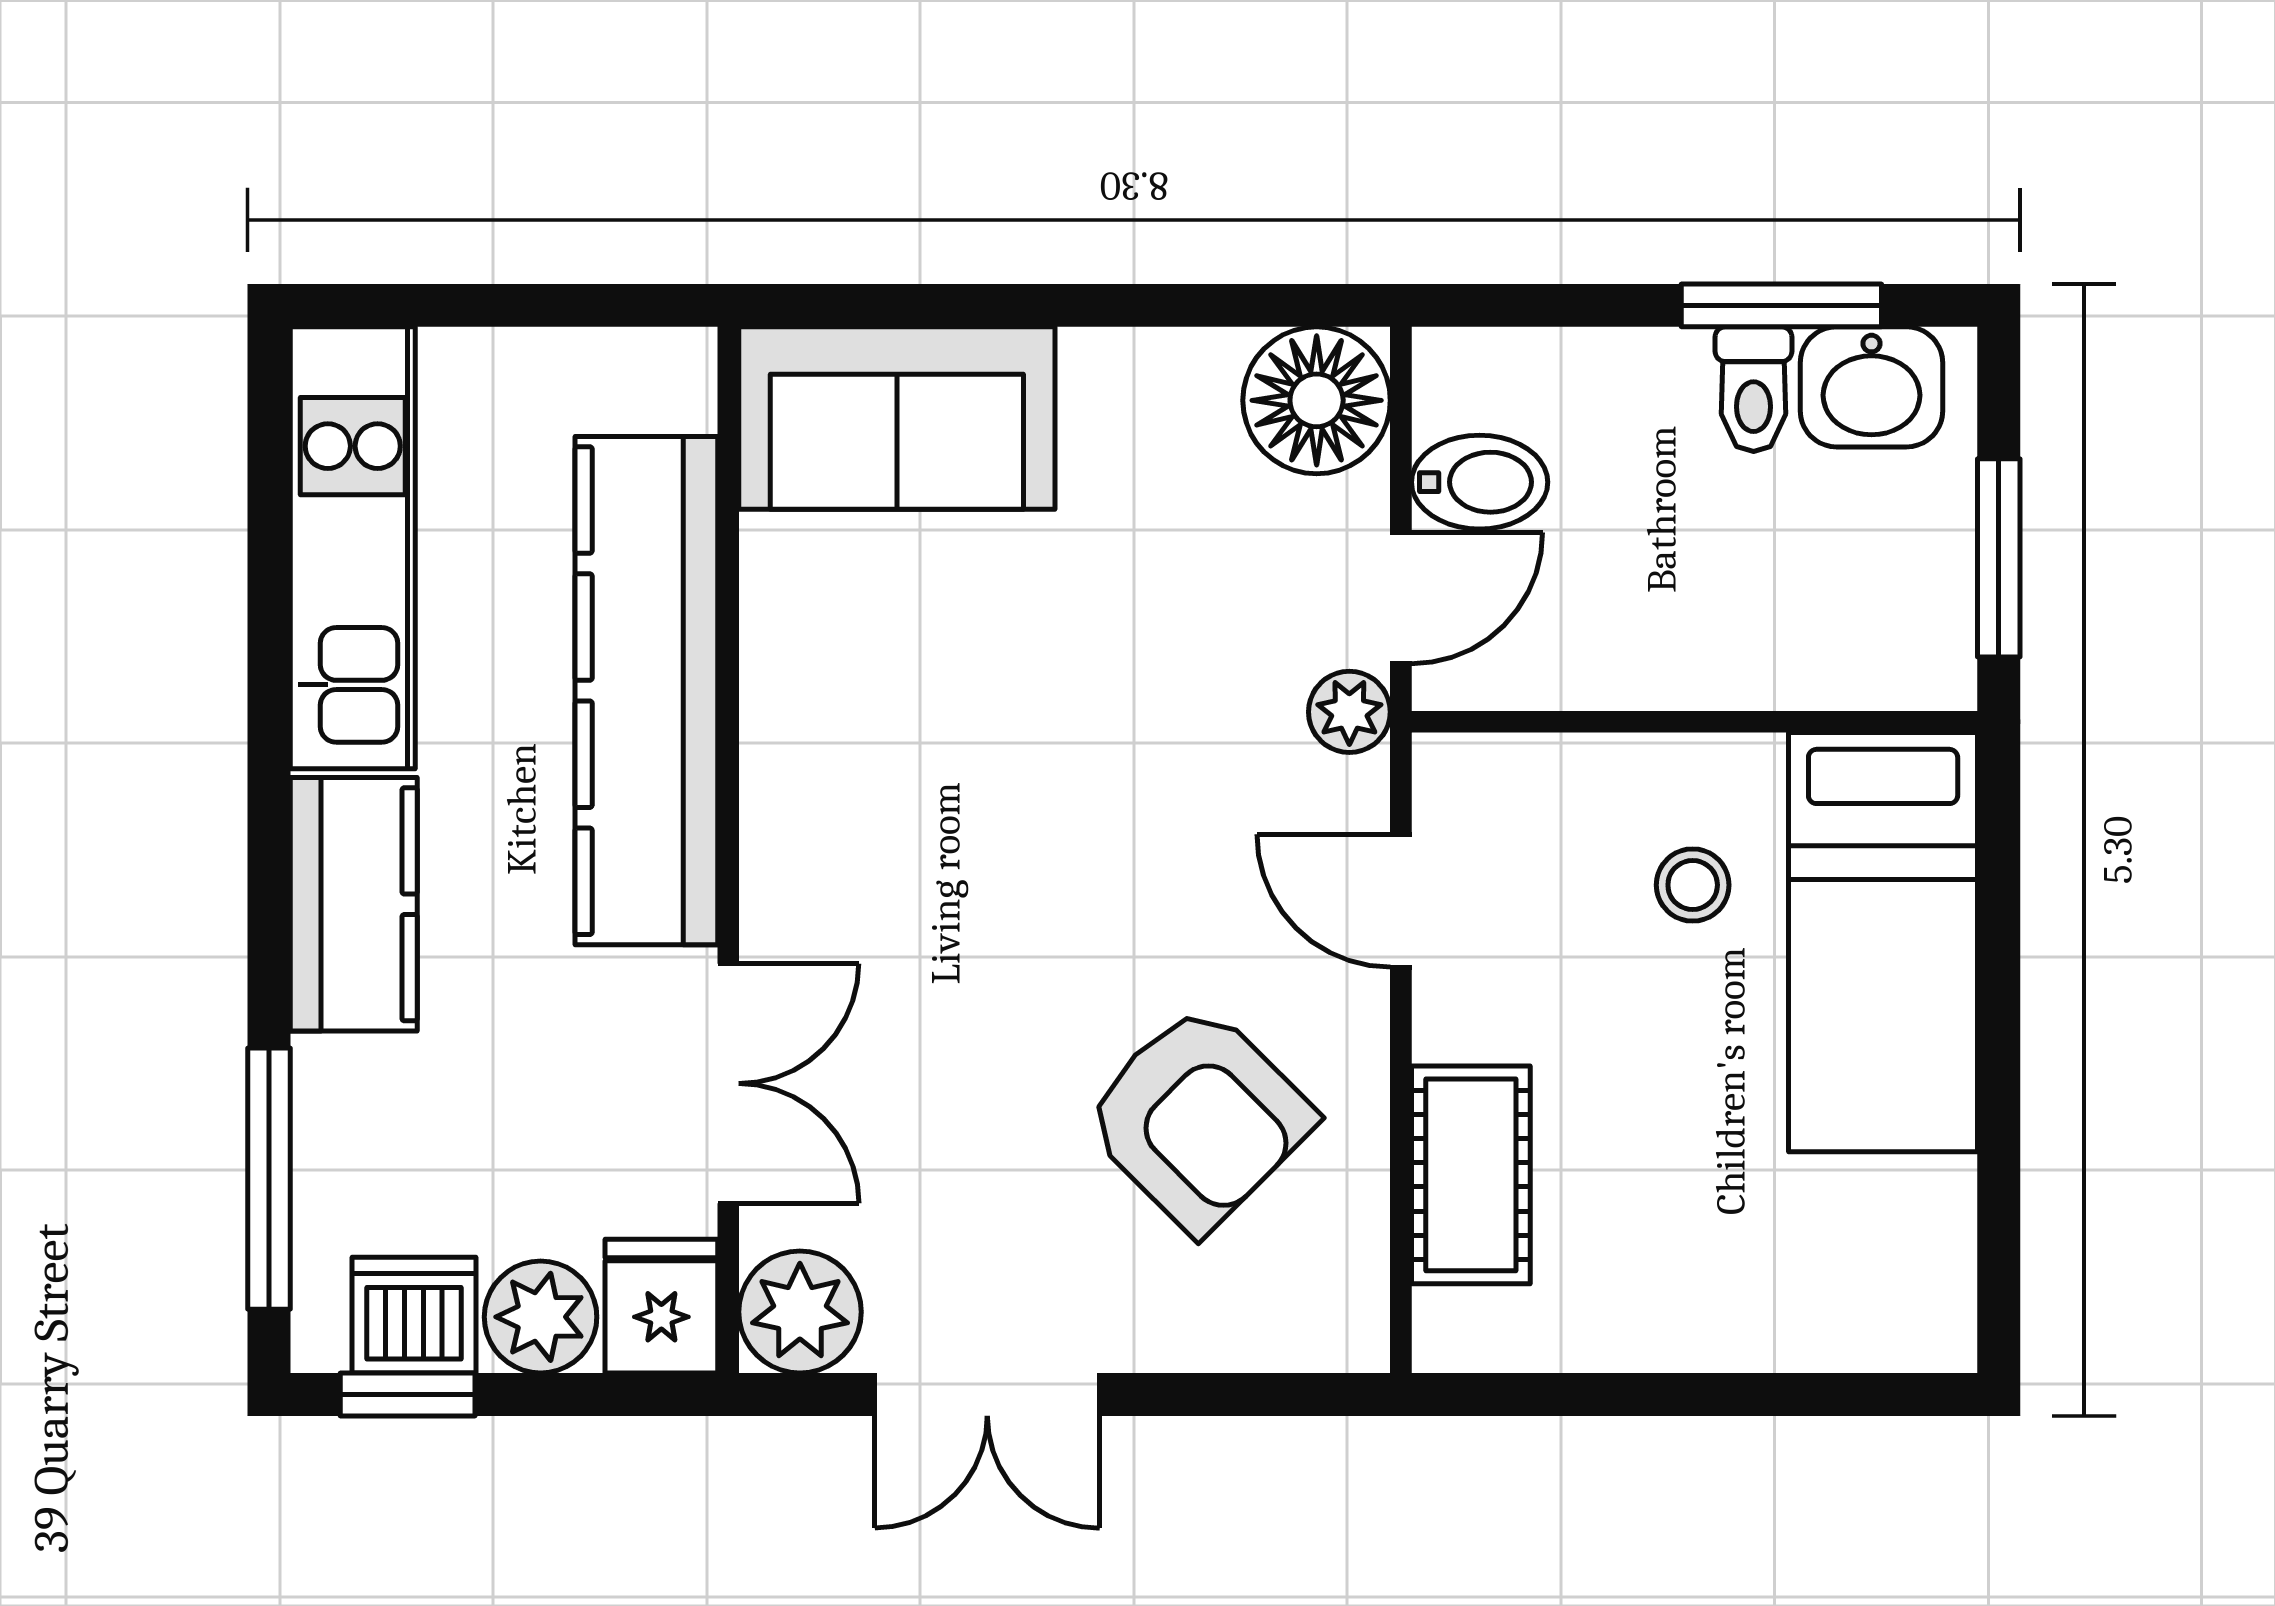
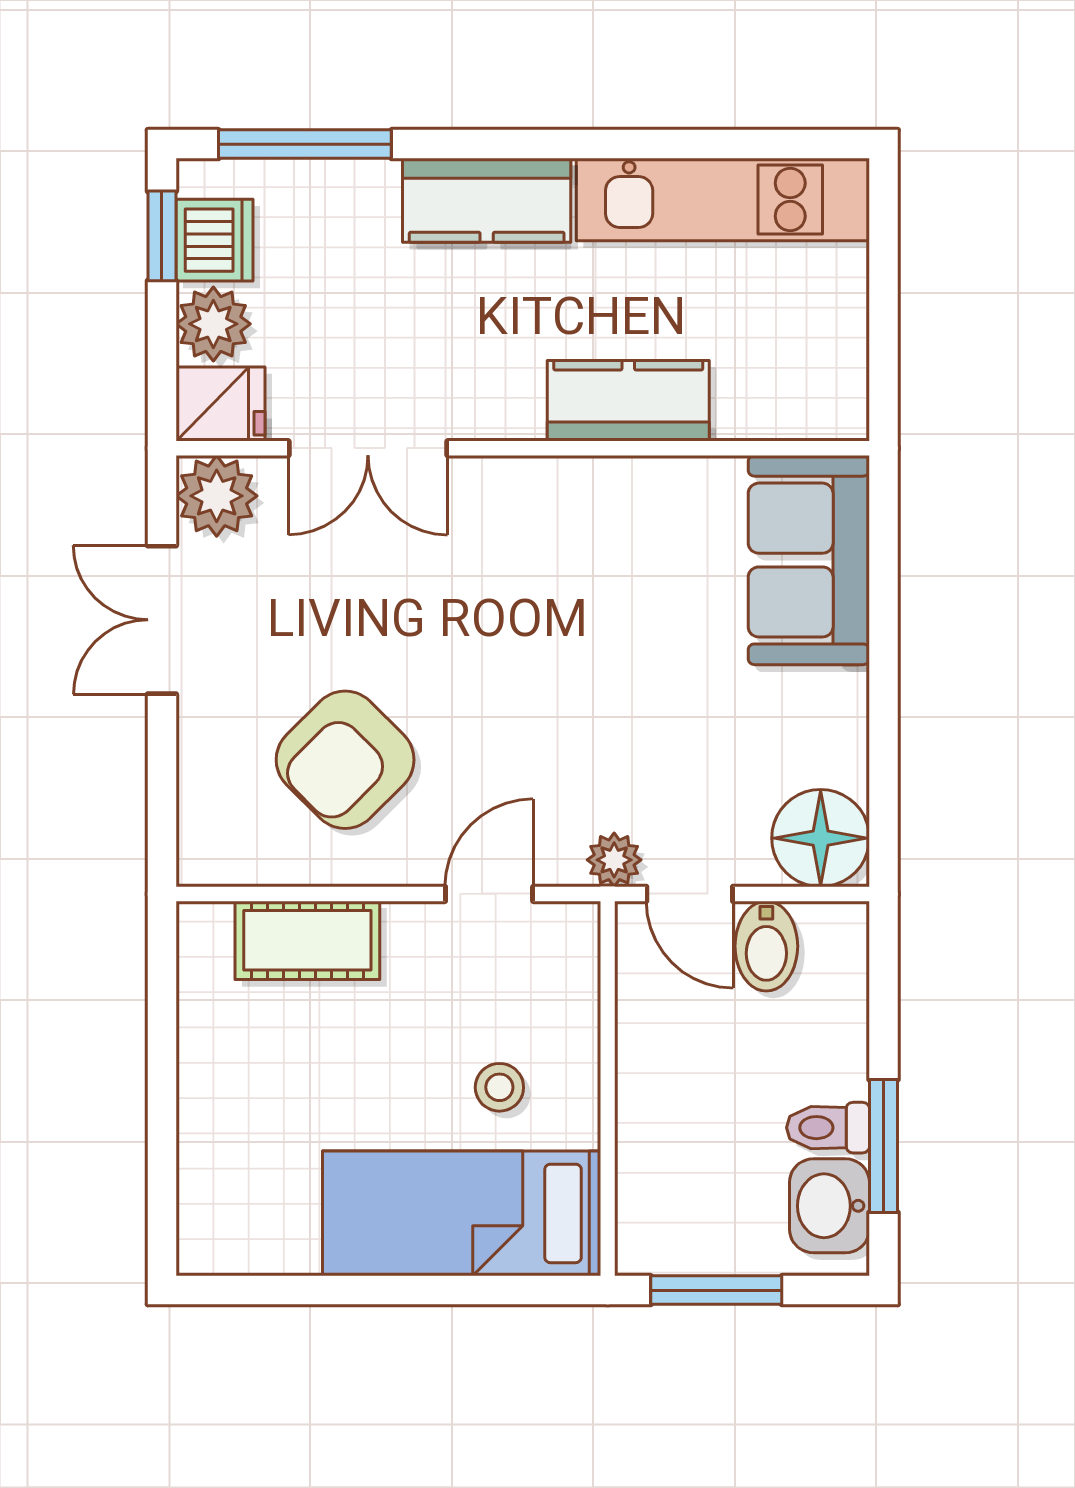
kitchen counter: (646, 691) -> (628, 401), width x0.48, depth x0.86

